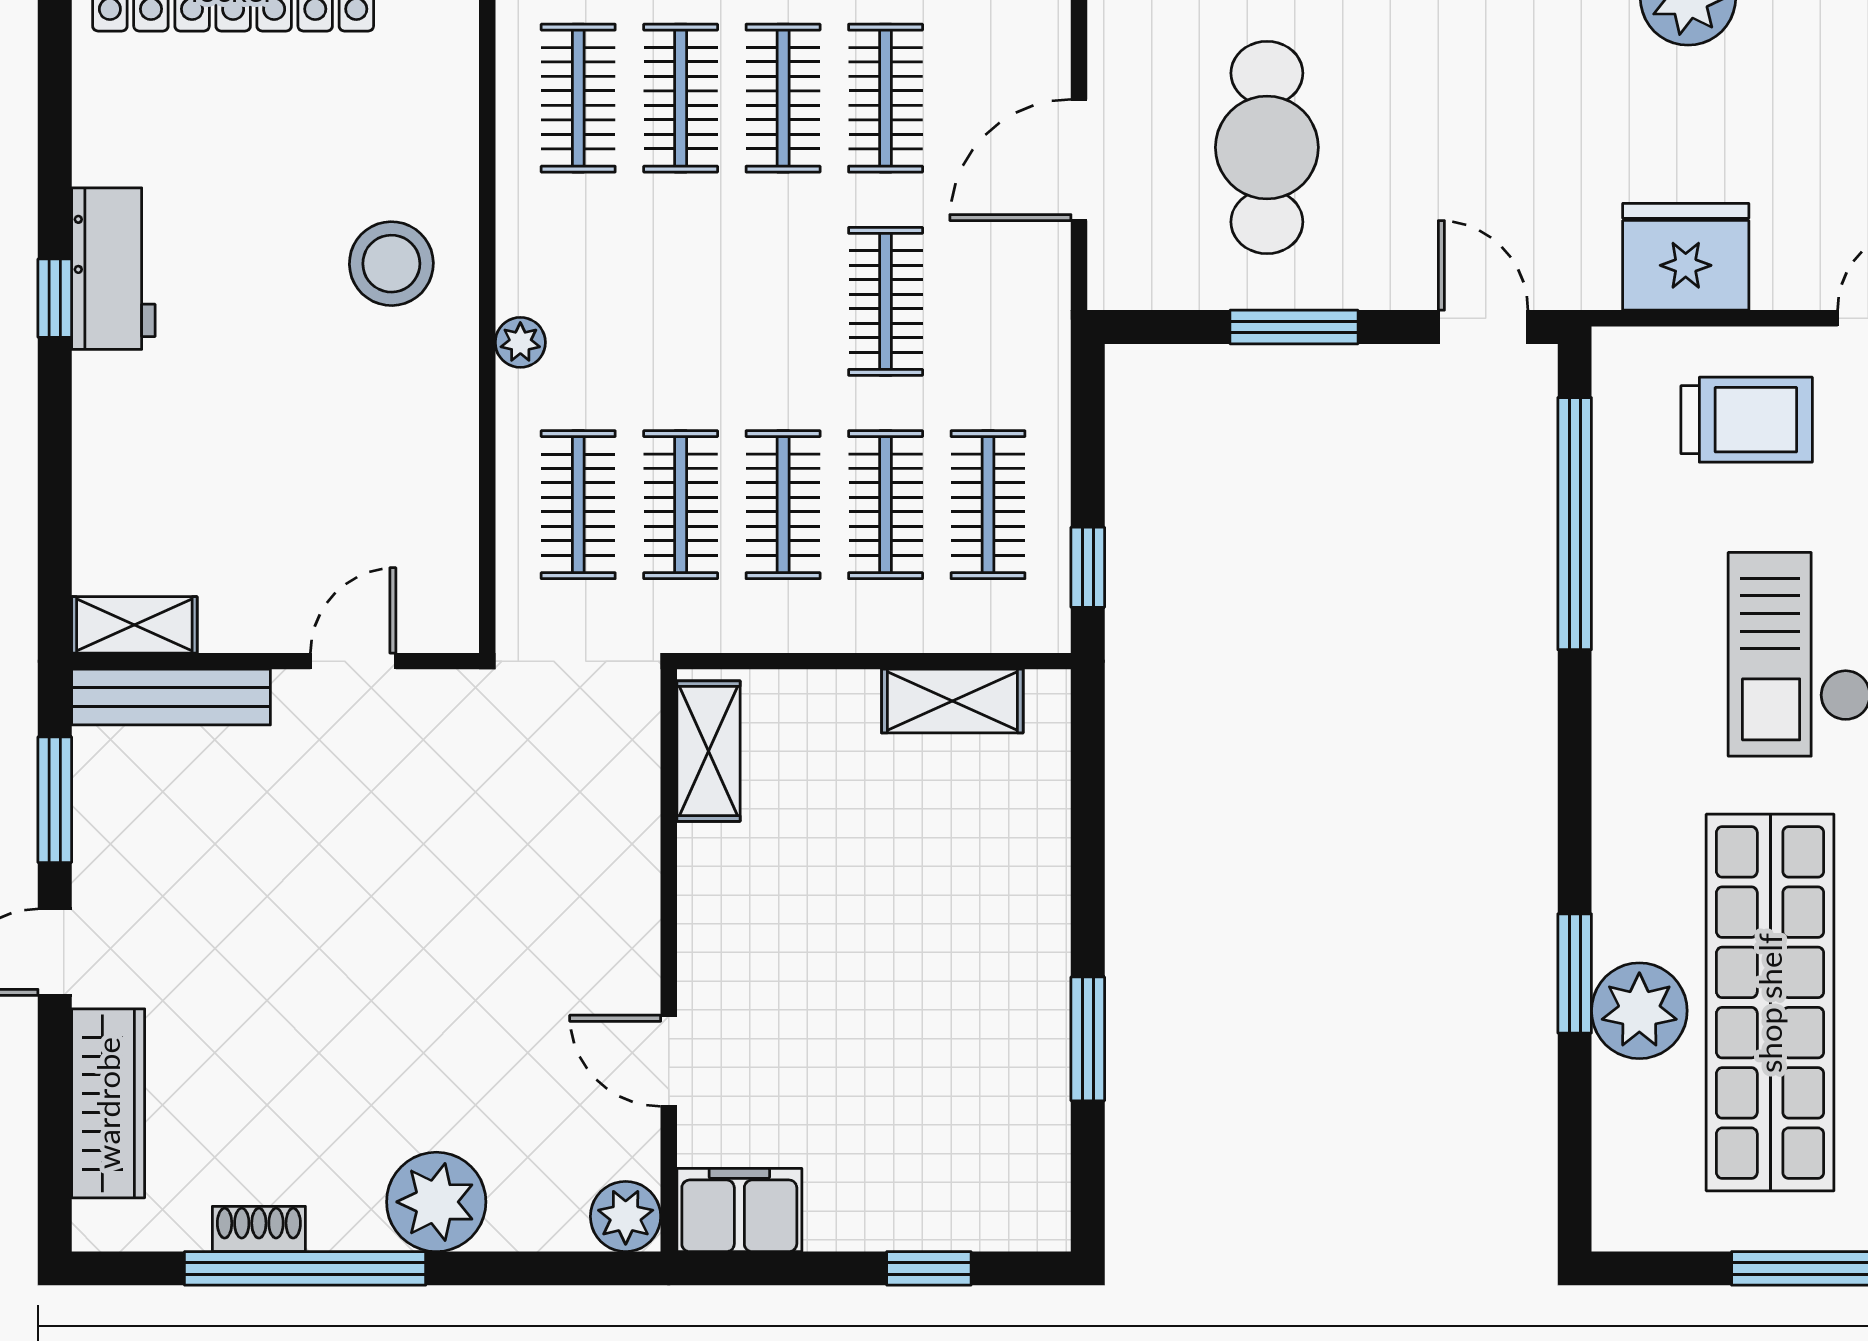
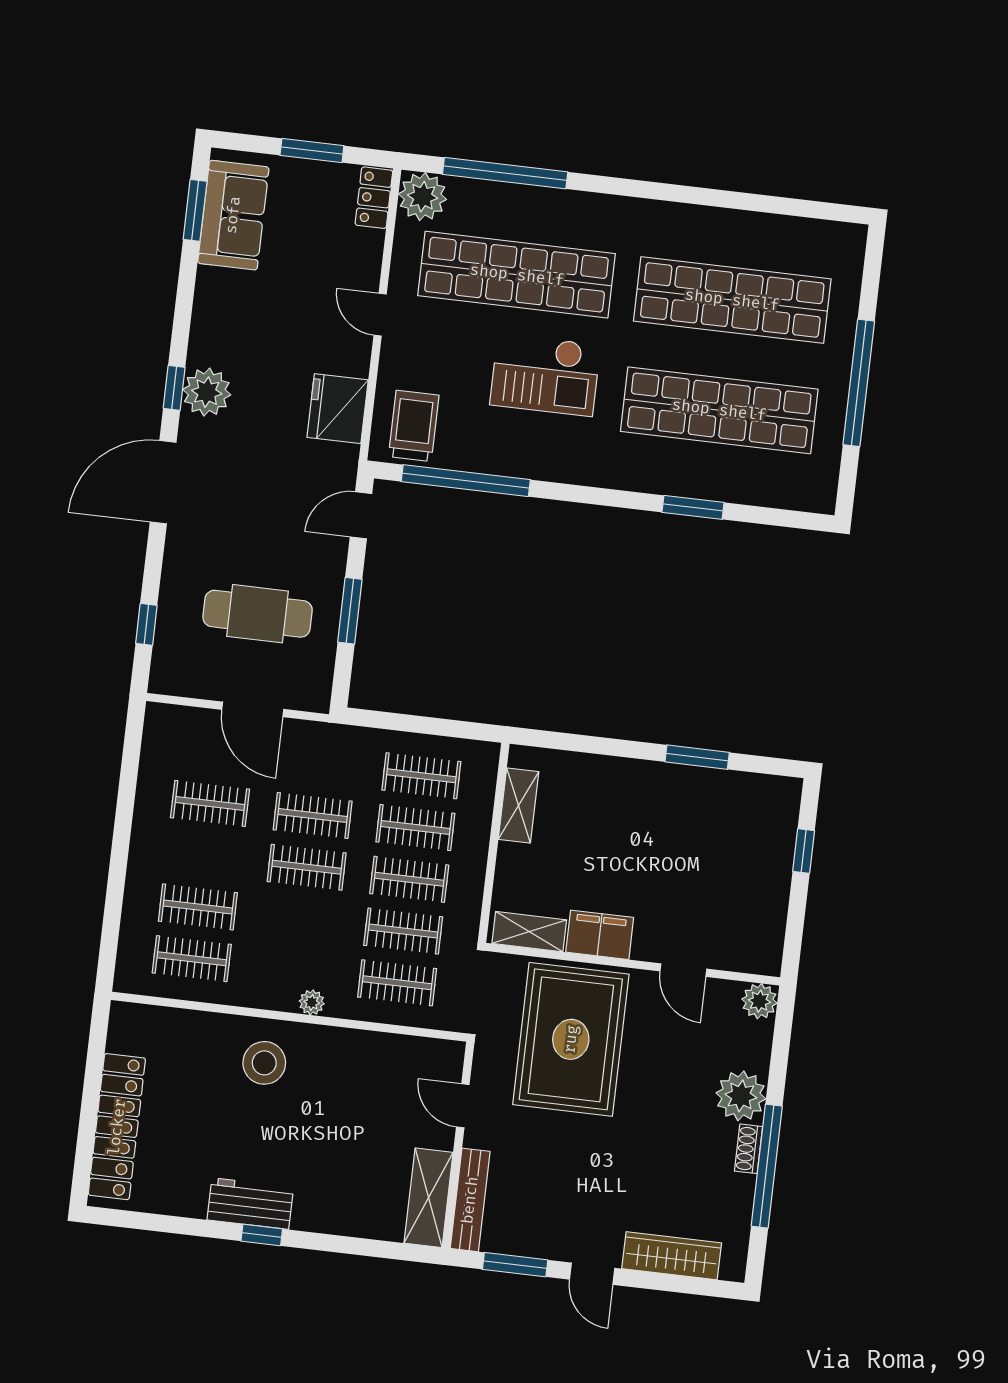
clothes rail: (783, 98) -> (307, 867), moved
trolley: (1747, 420) -> (414, 426), moved
window: (1088, 567) -> (459, 729), removed
shelving: (134, 625) -> (429, 1198), width x1.50, depth x1.33
rug: (508, 857) -> (571, 1039), added
plant: (1639, 1011) -> (716, 477), removed
door: (669, 1061) -> (683, 970), hinge flipped
filing cabinet: (739, 1210) -> (600, 935), moved, turned 90
shoe rack: (259, 1229) -> (749, 1149), moved

